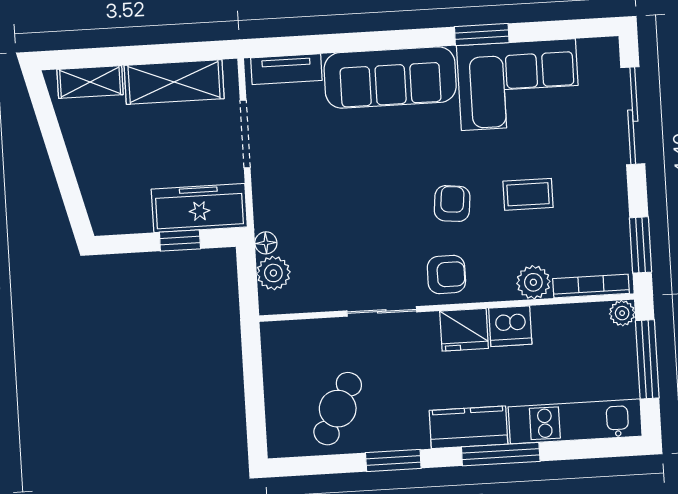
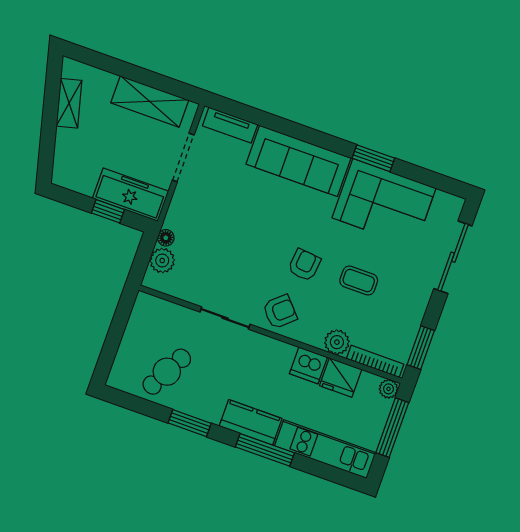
shelving: (90, 82) -> (69, 103), moved, turned 76
armchair: (446, 275) -> (280, 312), turned -42
fridge: (464, 330) -> (341, 377), moved

